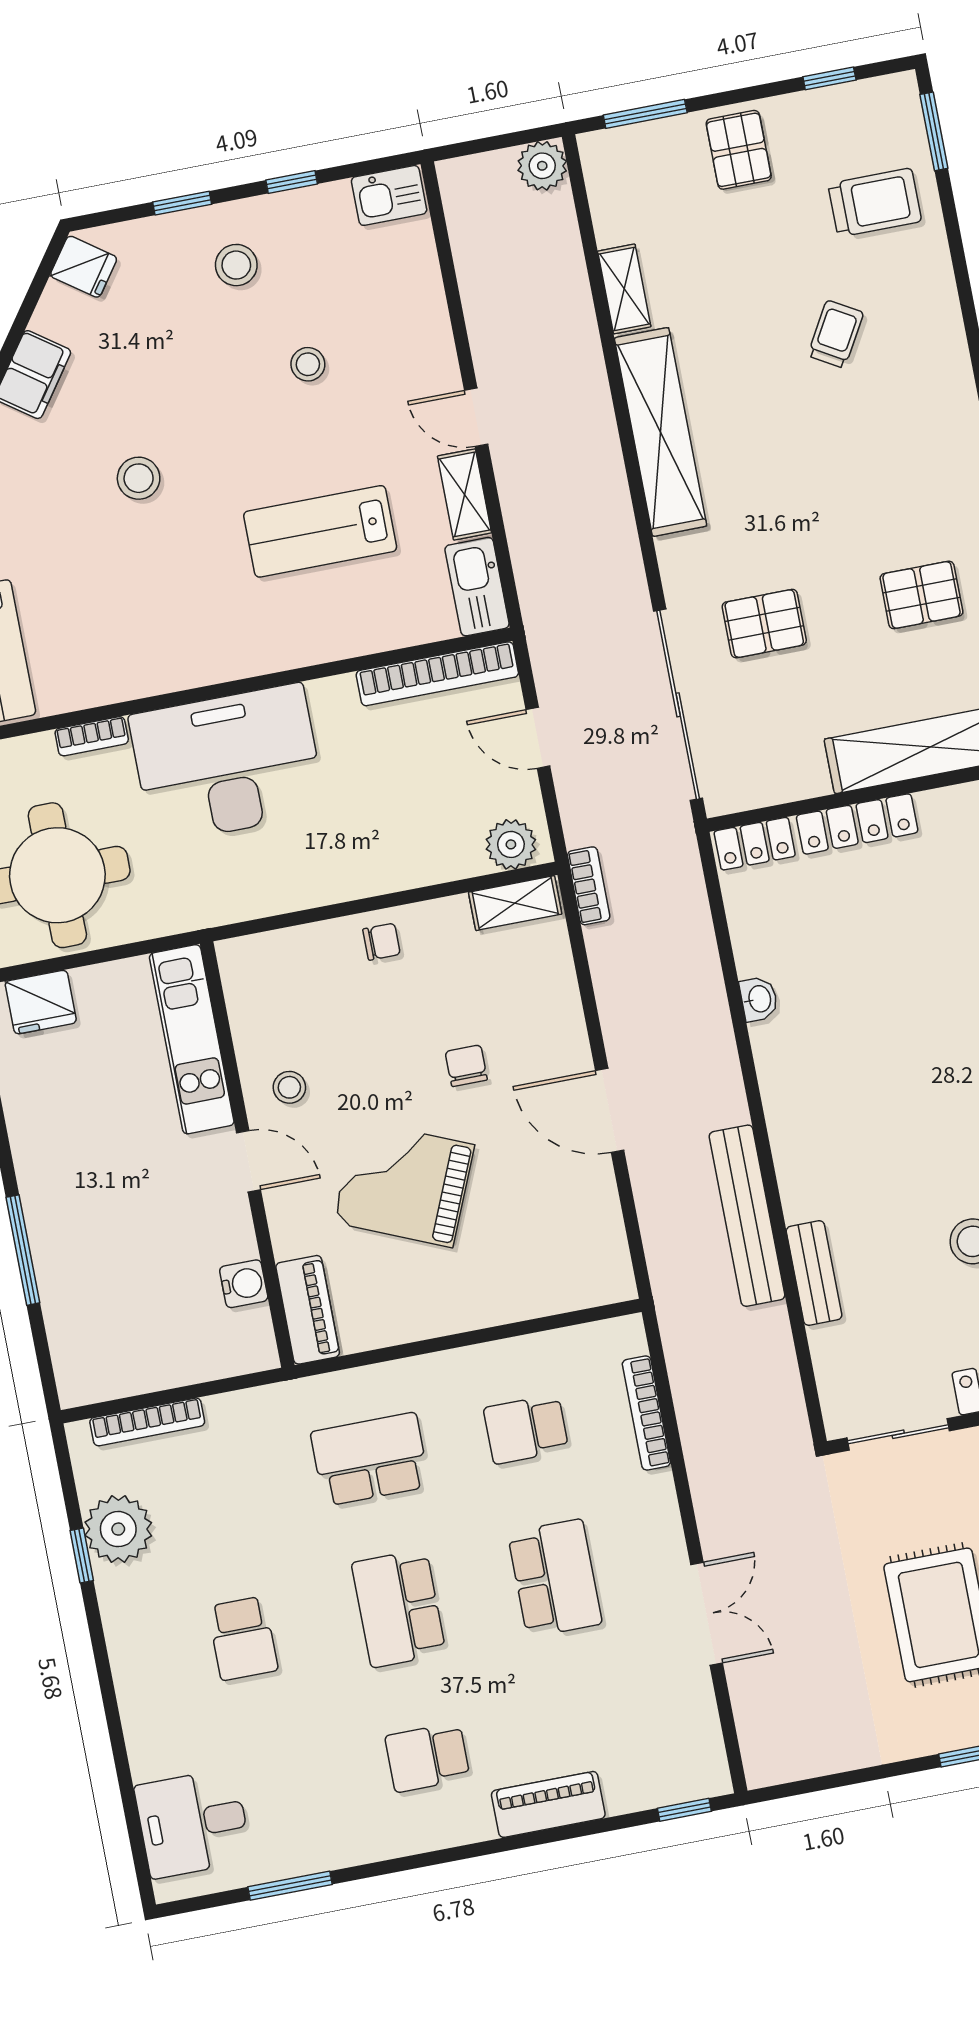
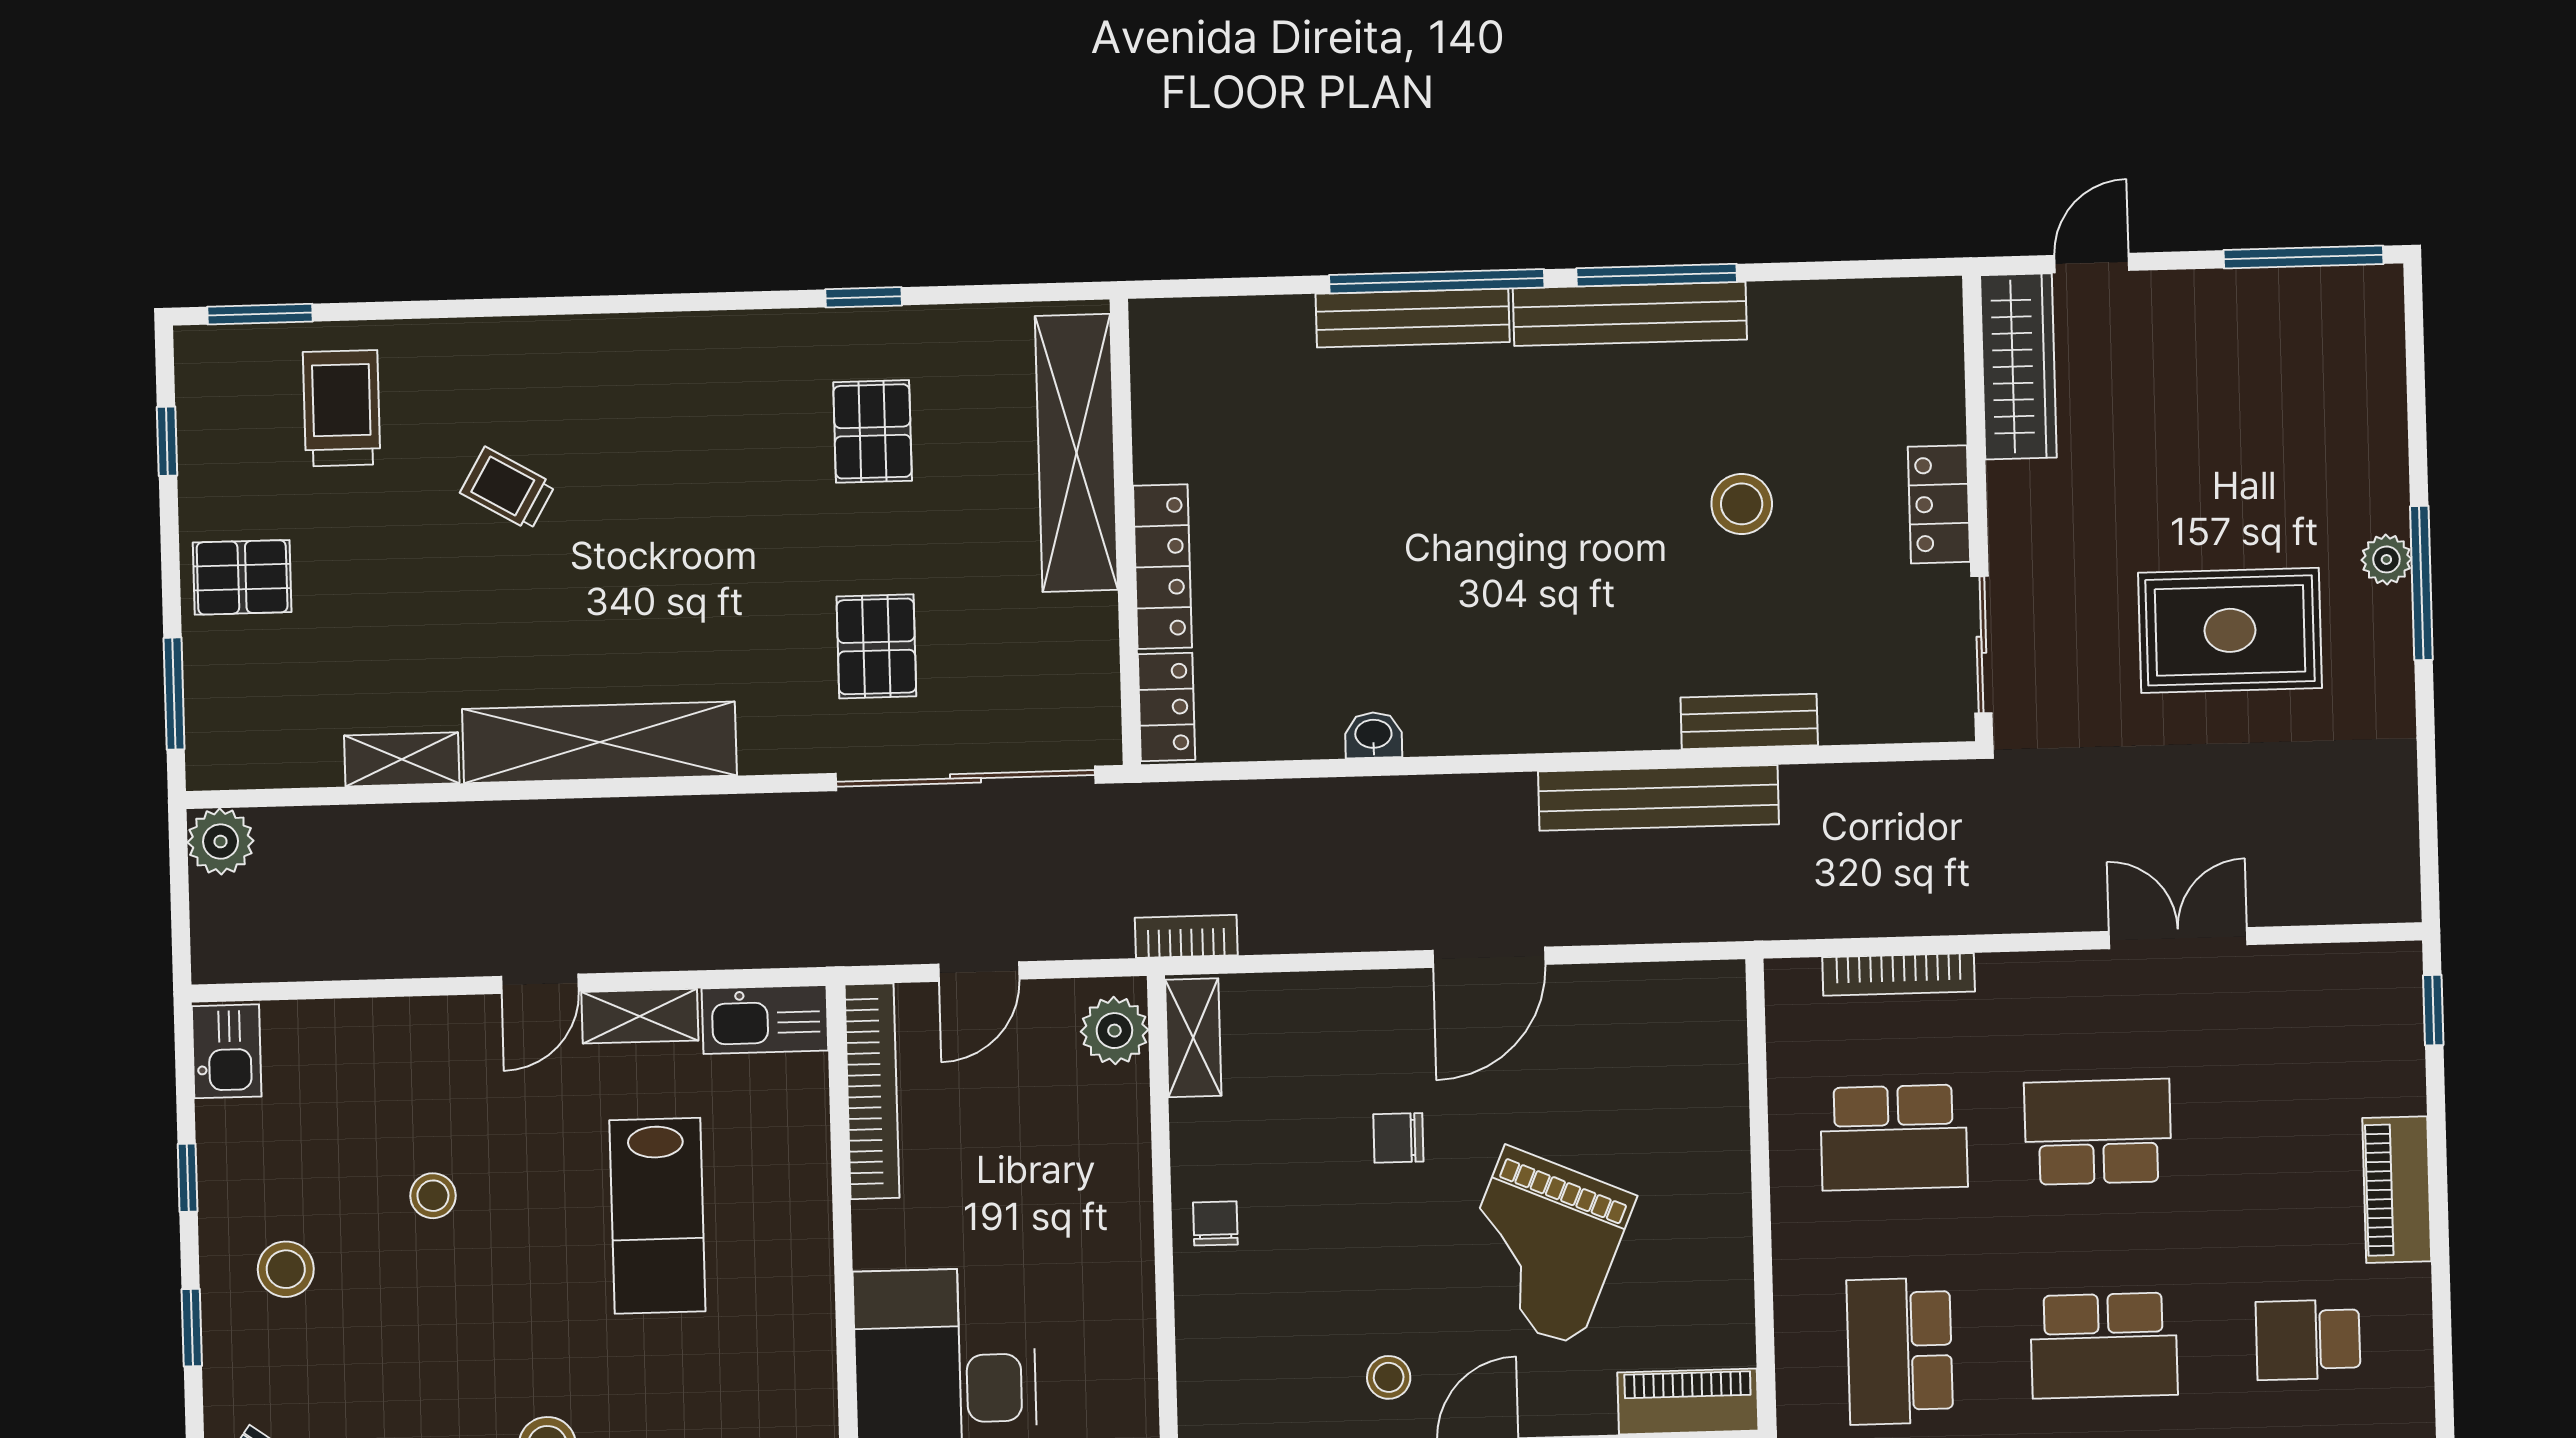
school desk: (526, 1429) -> (1894, 1138), width x1.85
school desk: (427, 1757) -> (2308, 1340), turned 90

